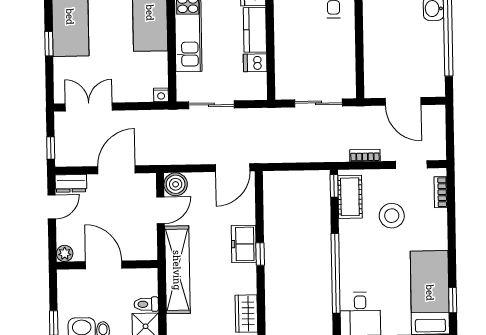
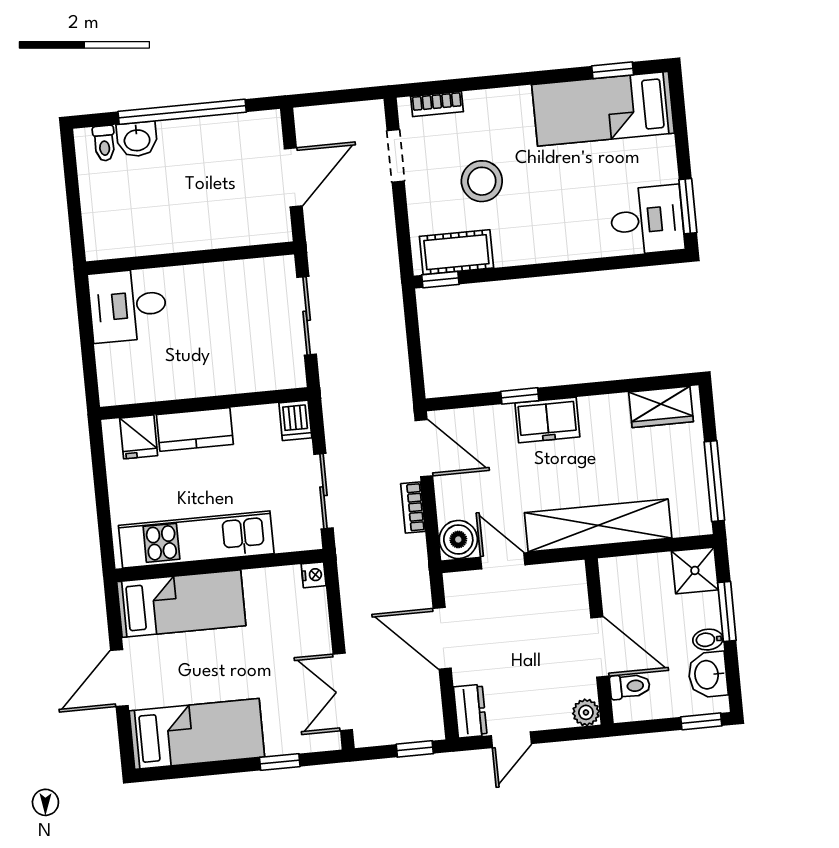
window: (49, 44) -> (280, 762), moved
dishwasher: (255, 63) -> (295, 420), moved
bookcase: (365, 155) -> (413, 507), moved
door: (52, 207) -> (511, 740), swing flipped
window: (260, 254) -> (520, 396), moved
door: (104, 265) -> (600, 647), swing flipped
window: (336, 273) -> (584, 266), removed
toilet: (146, 304) -> (630, 686), moved, turned -90

